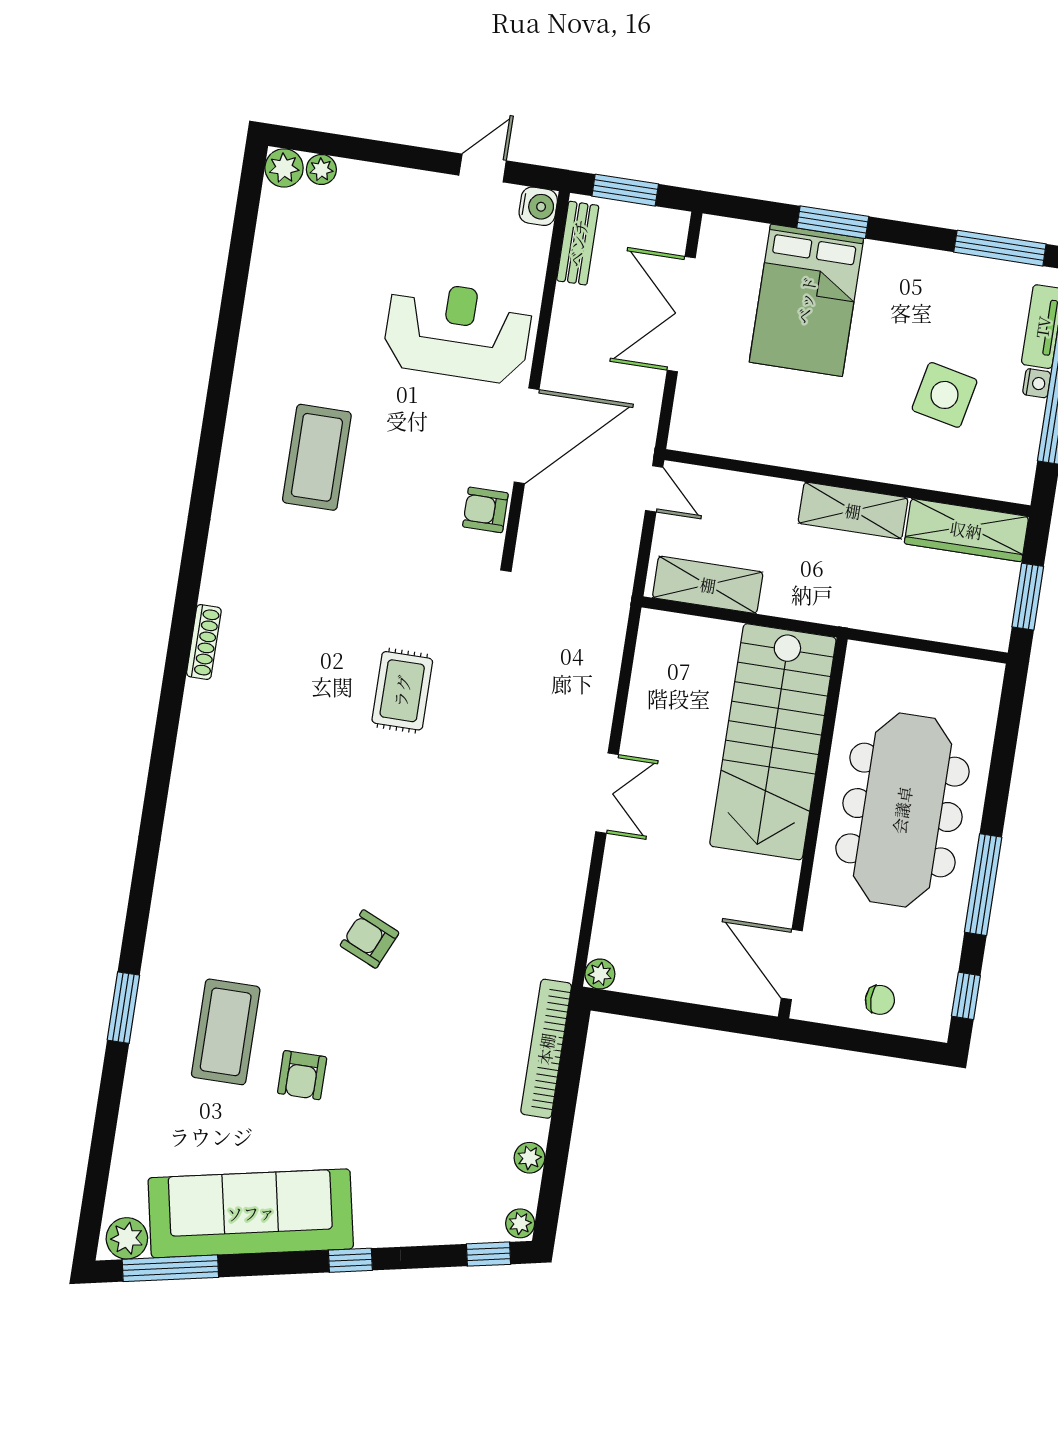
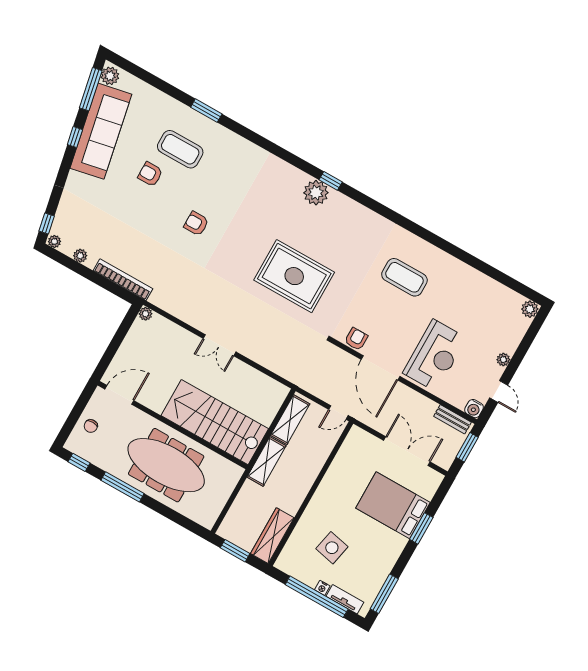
plant: (321, 170) -> (503, 360), moved
shelving: (853, 511) -> (266, 461), moved
shoe rack: (204, 642) -> (346, 201), removed
window: (173, 690) -> (331, 181), added
rug: (402, 691) -> (294, 276), width x1.86, depth x2.06
plant: (209, 711) -> (316, 193), added
armchair: (370, 939) -> (196, 224), turned -114
window: (350, 1260) -> (75, 137), moved

